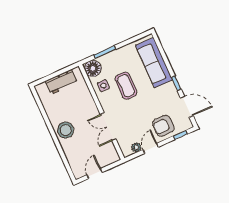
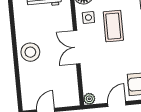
double door: (108, 127) -> (77, 47), moved
plant: (136, 147) -> (89, 99), moved

